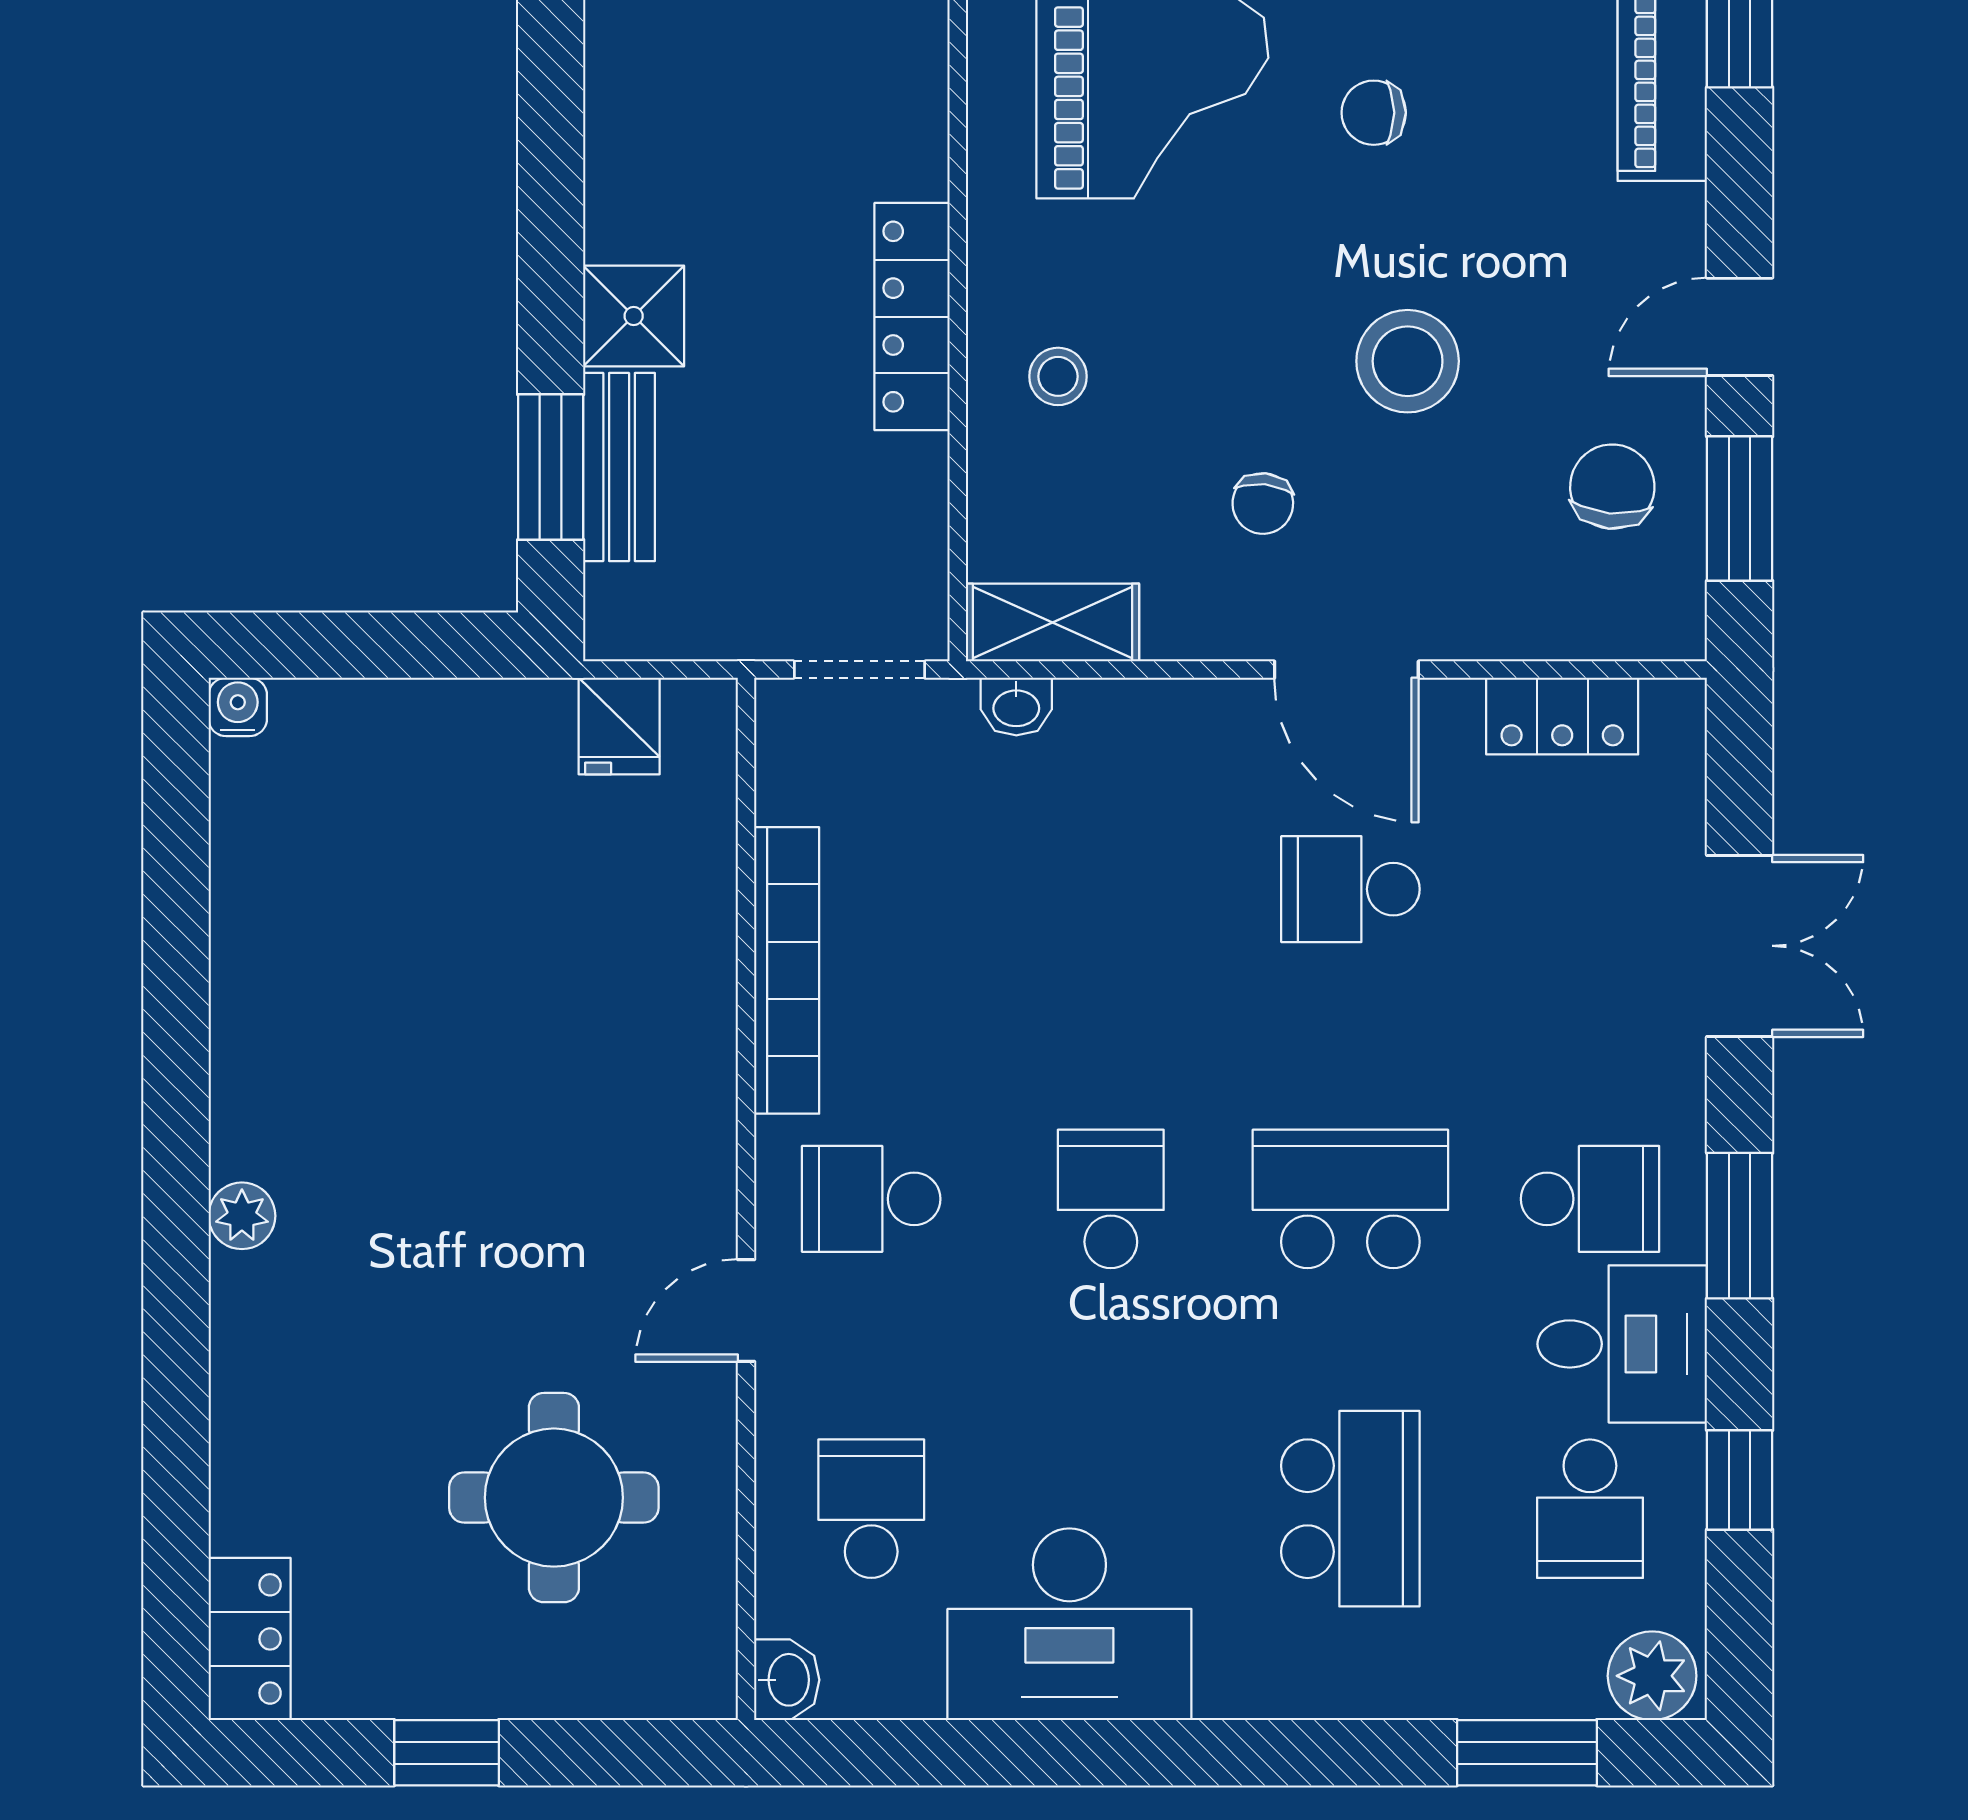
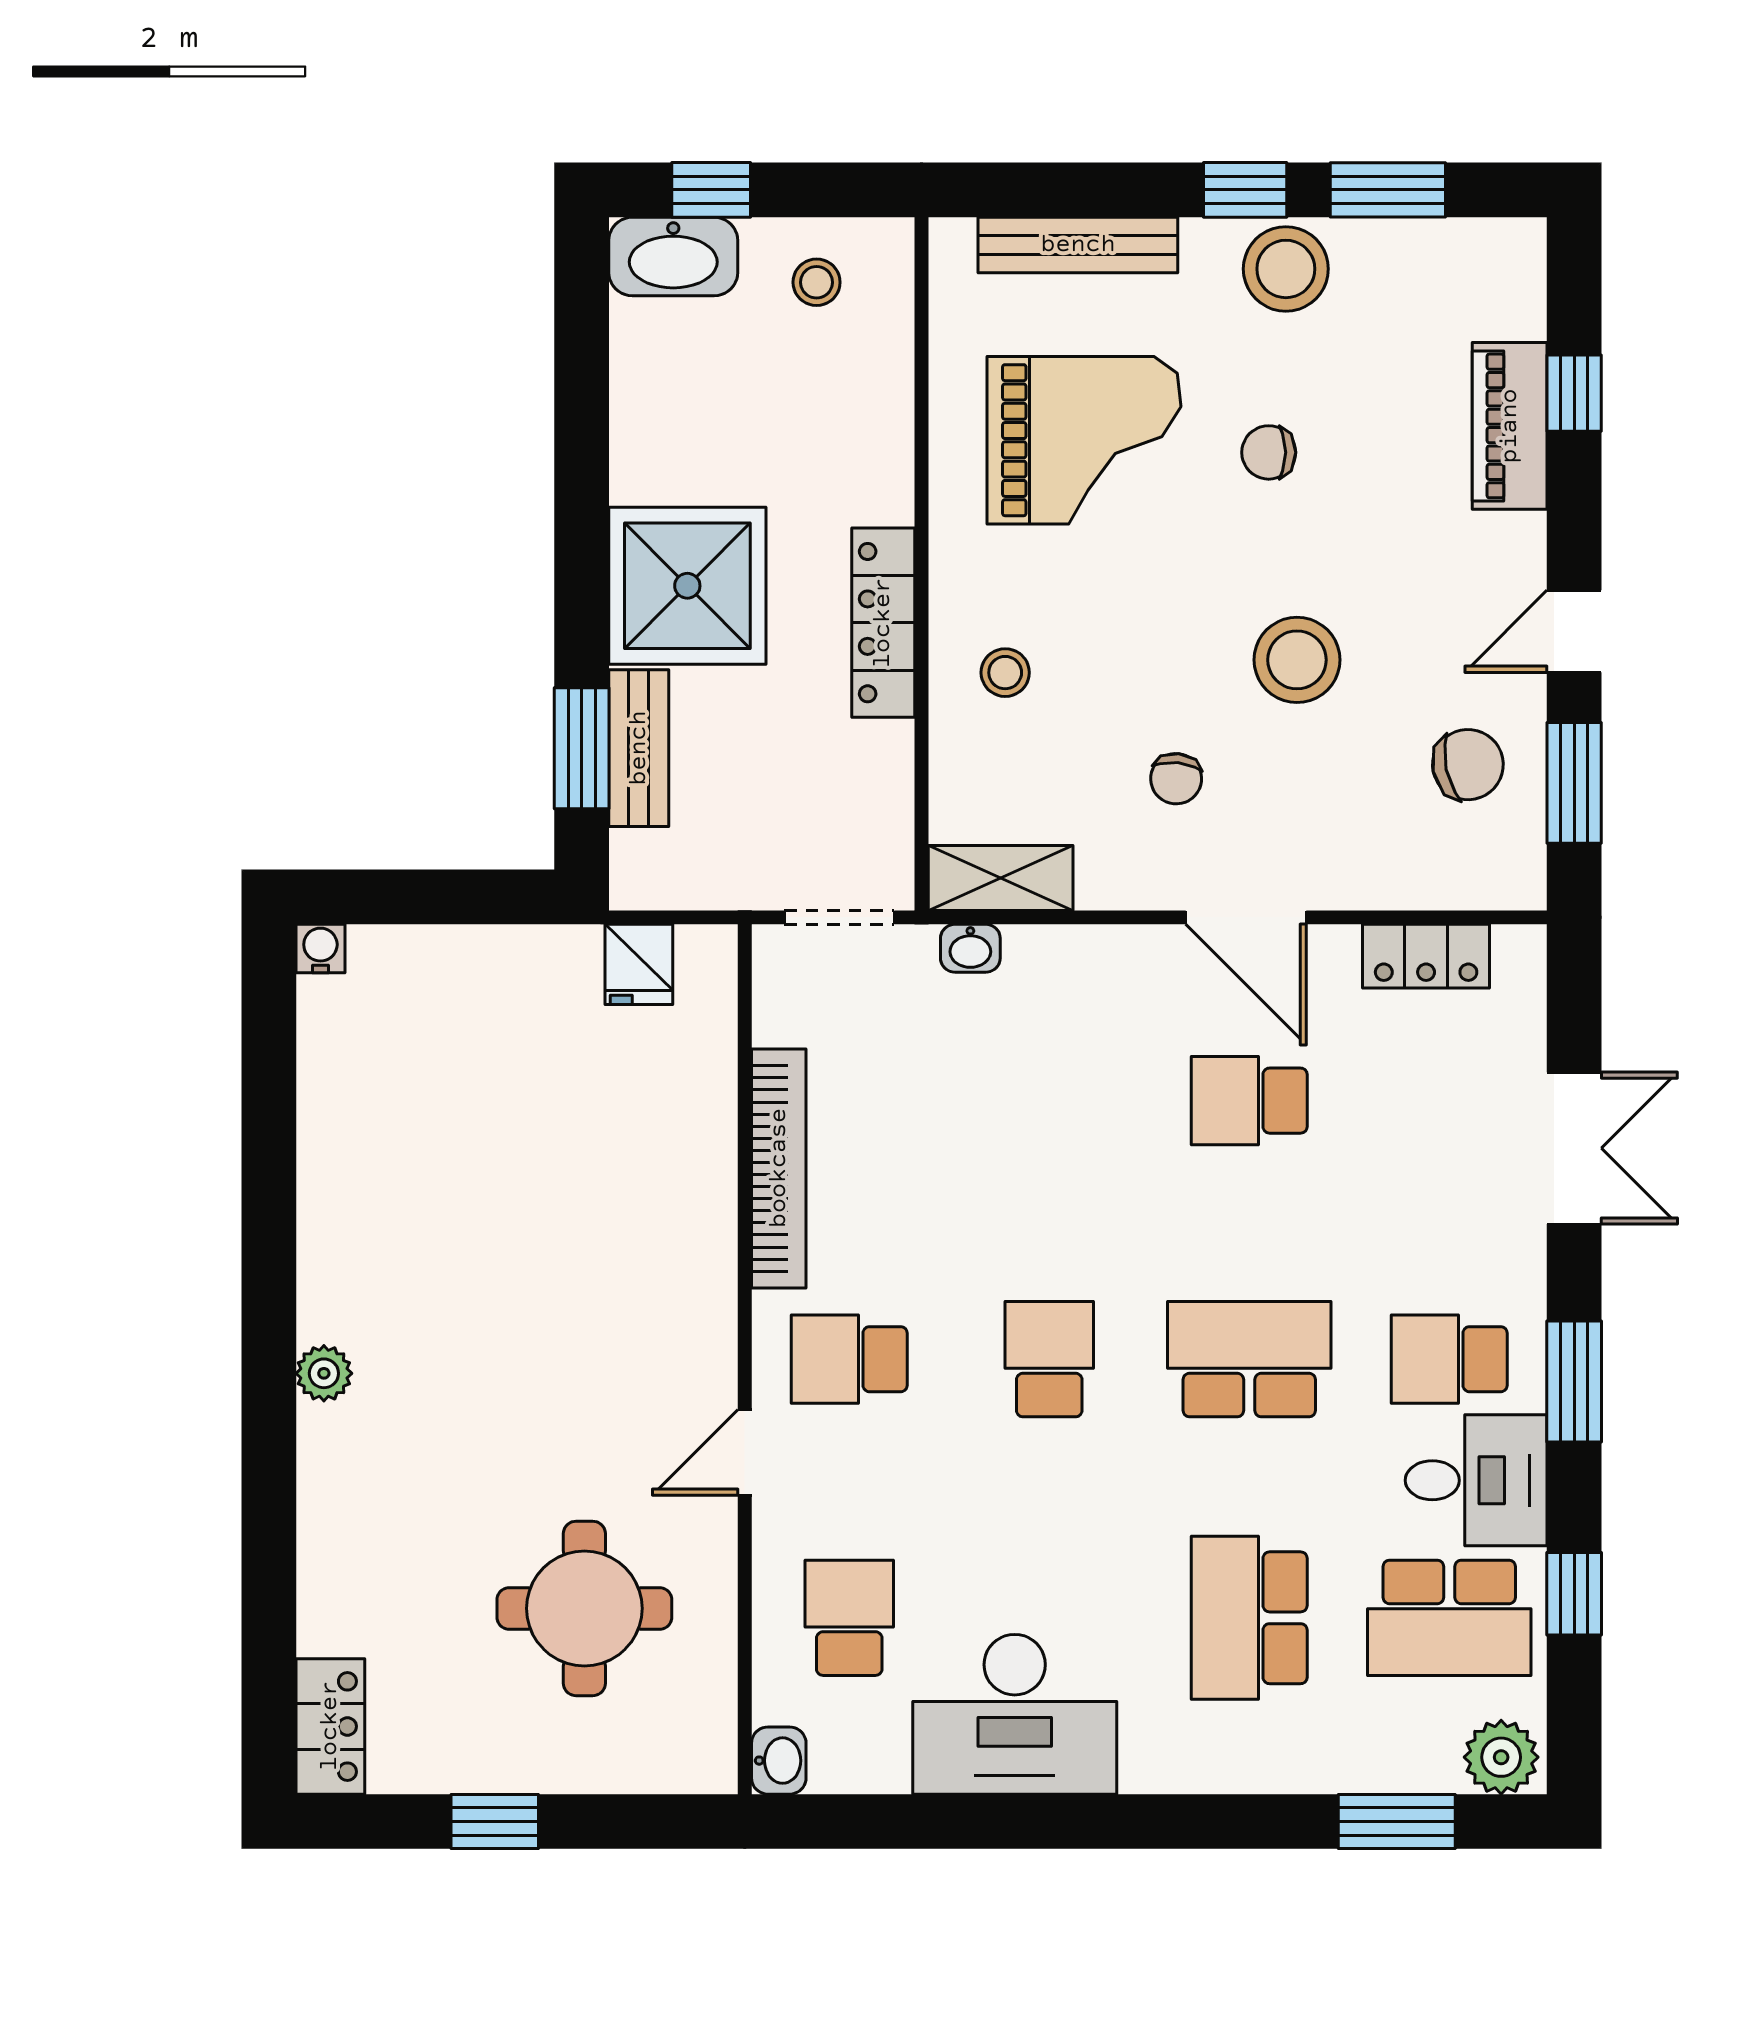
shower: (634, 316) -> (687, 586), width x1.86, depth x1.86
chair: (1612, 487) -> (1468, 765), turned 73
school desk: (1590, 1199) -> (1449, 1359), turned 180
school desk: (1350, 1509) -> (1249, 1618), turned 180
school desk: (1590, 1509) -> (1449, 1618), width x1.85

